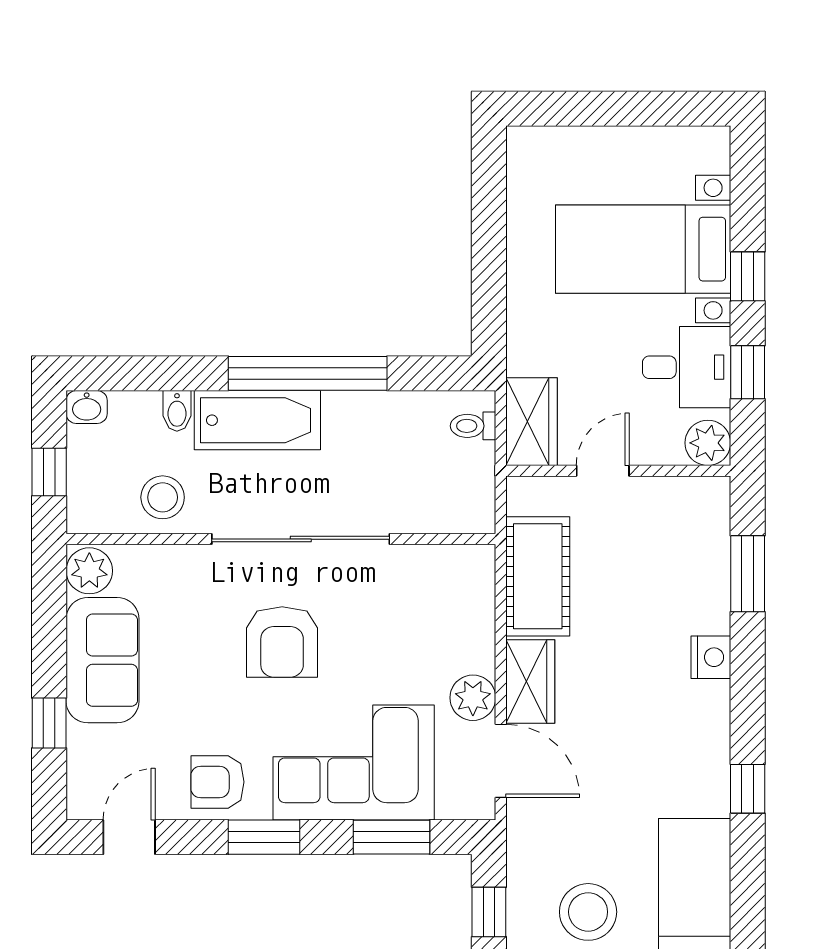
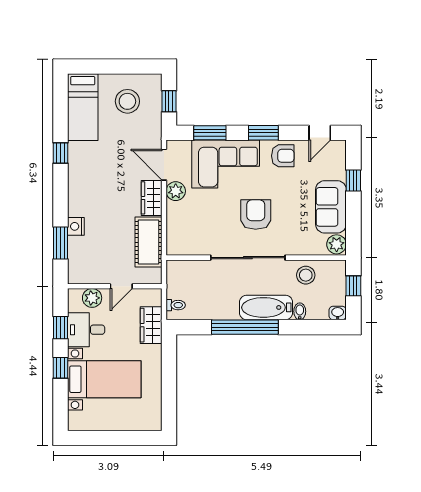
wardrobe: (531, 422) -> (151, 325), moved
plant: (708, 443) -> (92, 298), moved
nightstand: (711, 657) -> (76, 226), moved

